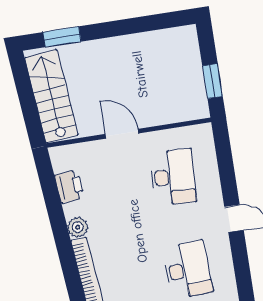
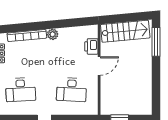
window: (62, 37) -> (156, 42), width x1.44
printer: (69, 186) -> (91, 46), moved, turned 95

